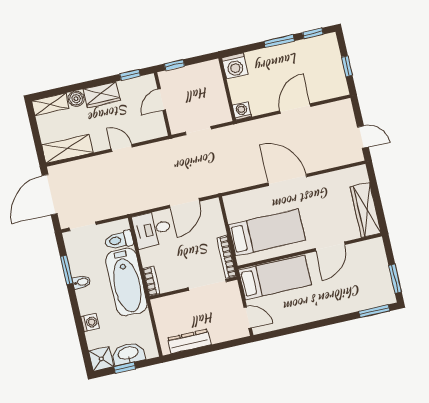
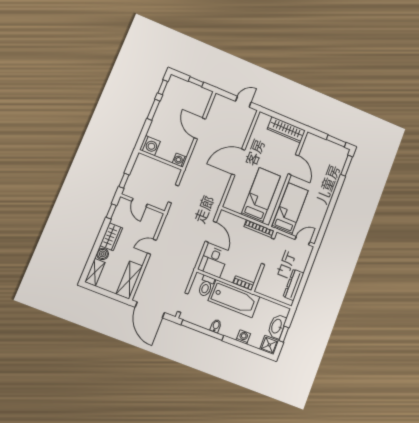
window: (67, 270) -> (202, 330), width x2.11

